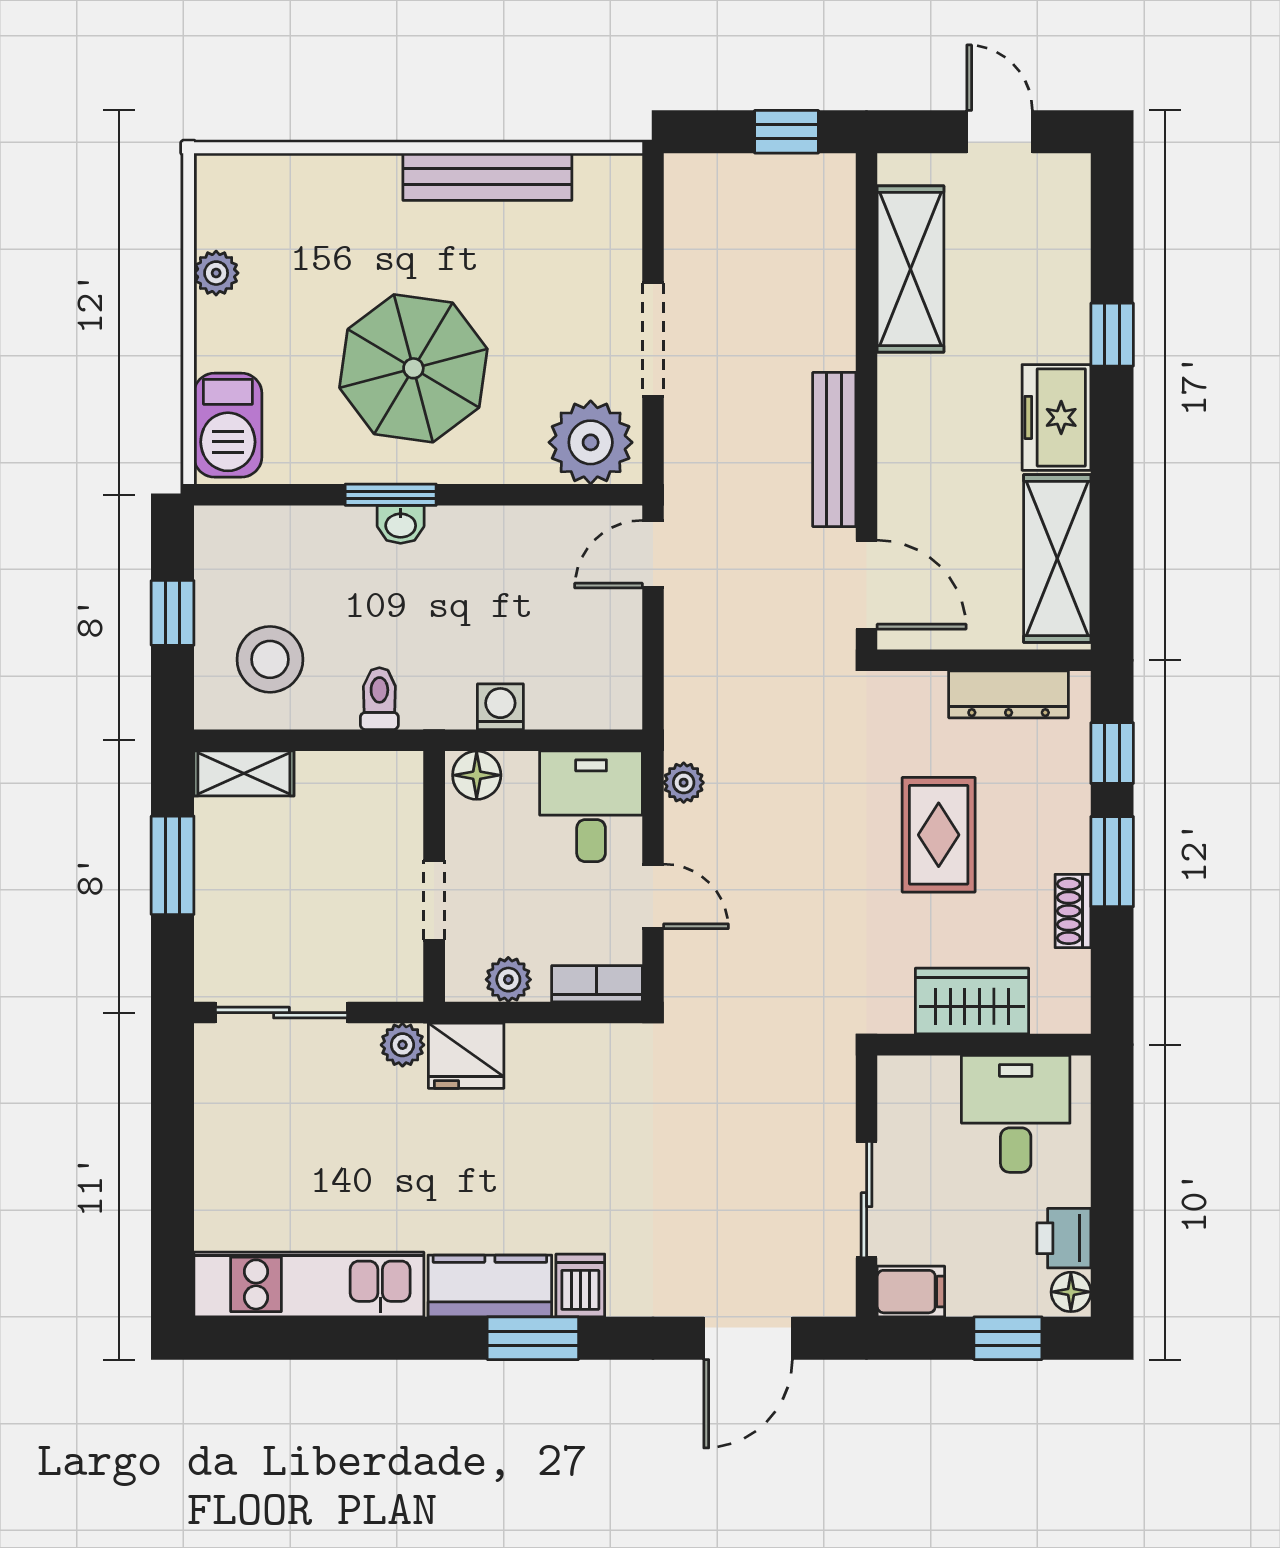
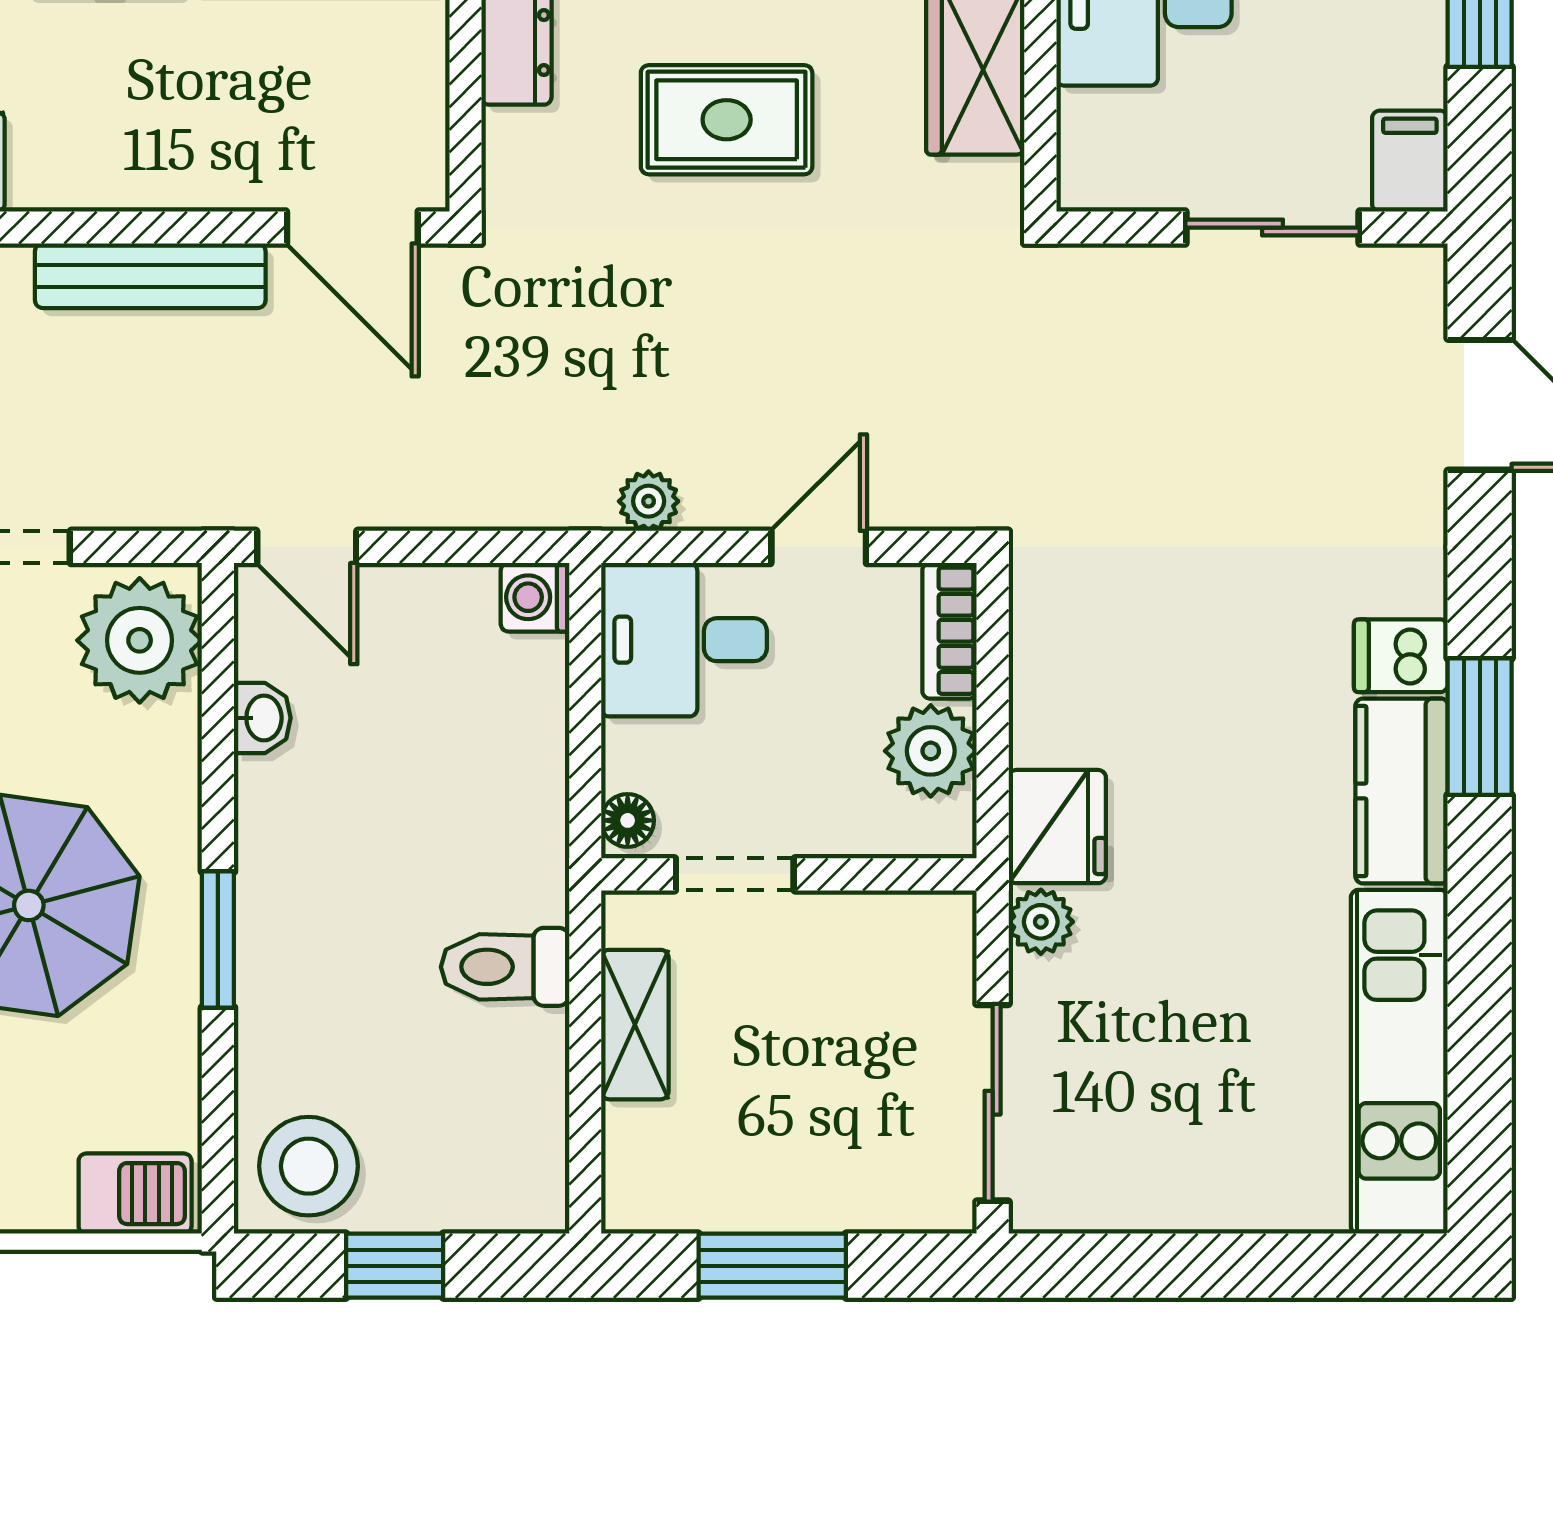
barbecue: (228, 425) -> (135, 1194), width x0.73, depth x0.79
washbasin: (401, 524) -> (262, 718), moved
door: (867, 585) -> (352, 228), swing flipped
stool: (270, 659) -> (309, 1166), moved
toilet: (379, 699) -> (505, 967), width x1.37, depth x1.39
washing machine: (500, 707) -> (535, 597), moved
shelving: (244, 773) -> (635, 1025), moved
floor lamp: (477, 775) -> (628, 820), width x0.73, depth x0.73
doorway: (434, 900) -> (735, 874), moved
plant: (508, 980) -> (931, 751), width x1.38, depth x1.38

